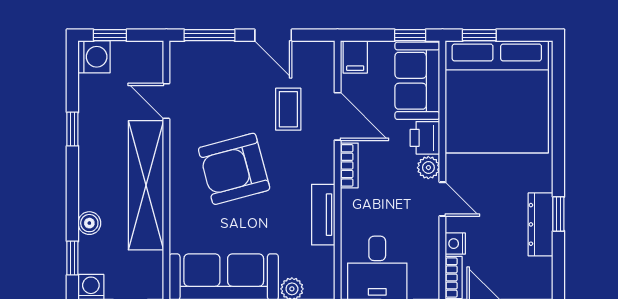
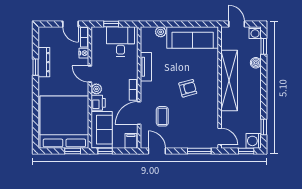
door: (273, 35) -> (157, 151), moved
door: (166, 101) -> (220, 136), moved
door: (338, 116) -> (139, 113), hinge flipped
window: (72, 129) -> (264, 127), moved
armchair: (234, 169) -> (188, 88), width x0.53, depth x0.53

